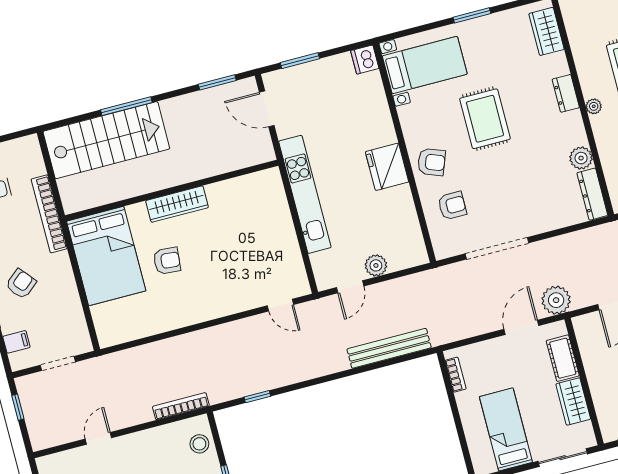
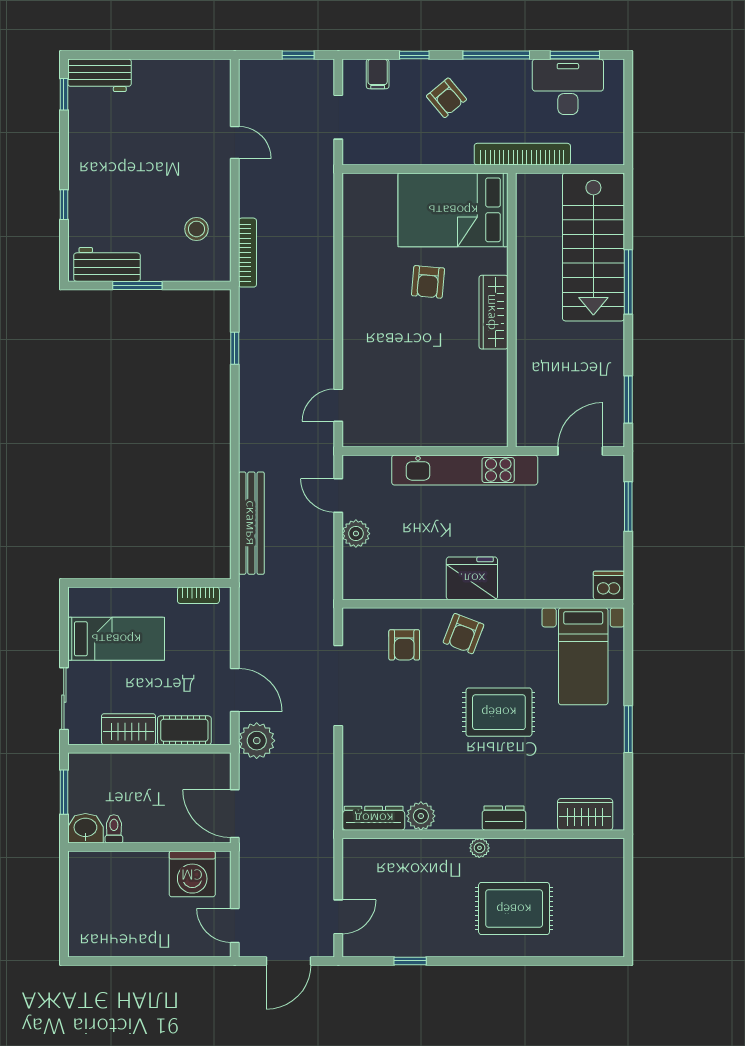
stool: (199, 444) -> (197, 229), moved

